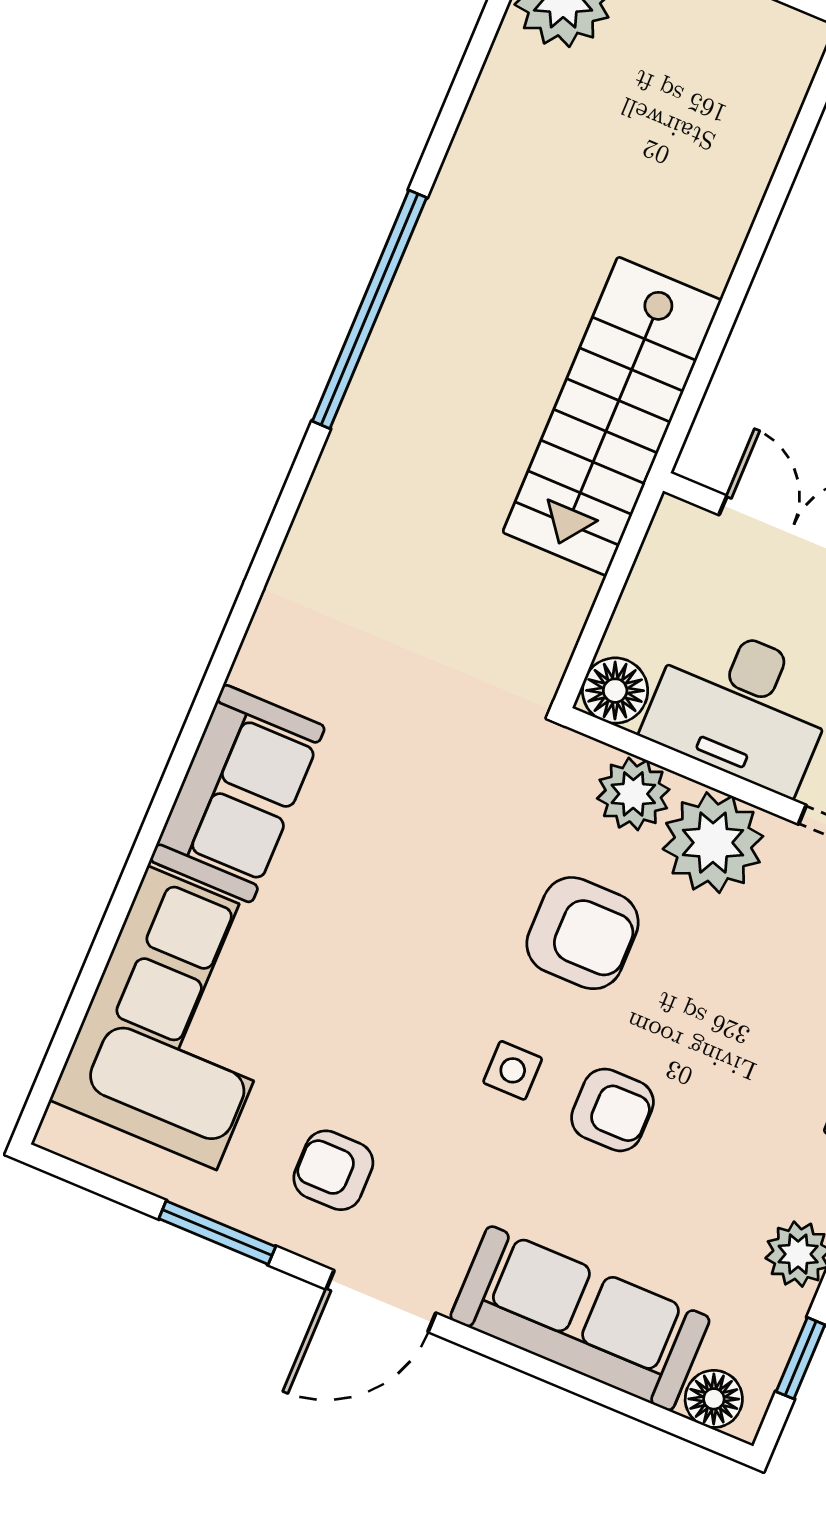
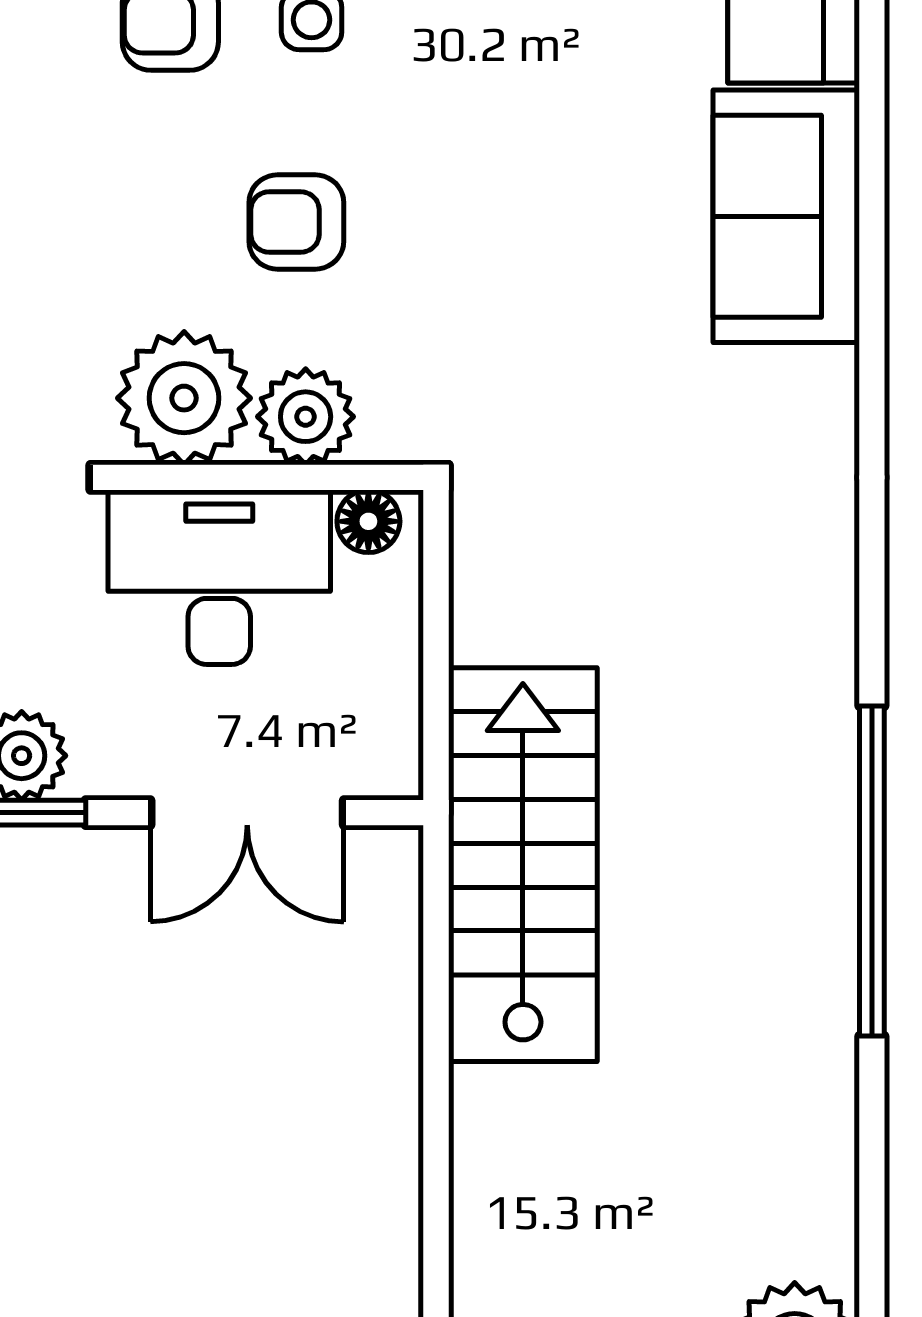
floor lamp: (615, 691) -> (368, 521), width x0.73, depth x0.73
armchair: (583, 933) -> (296, 222), width x0.72, depth x0.72

